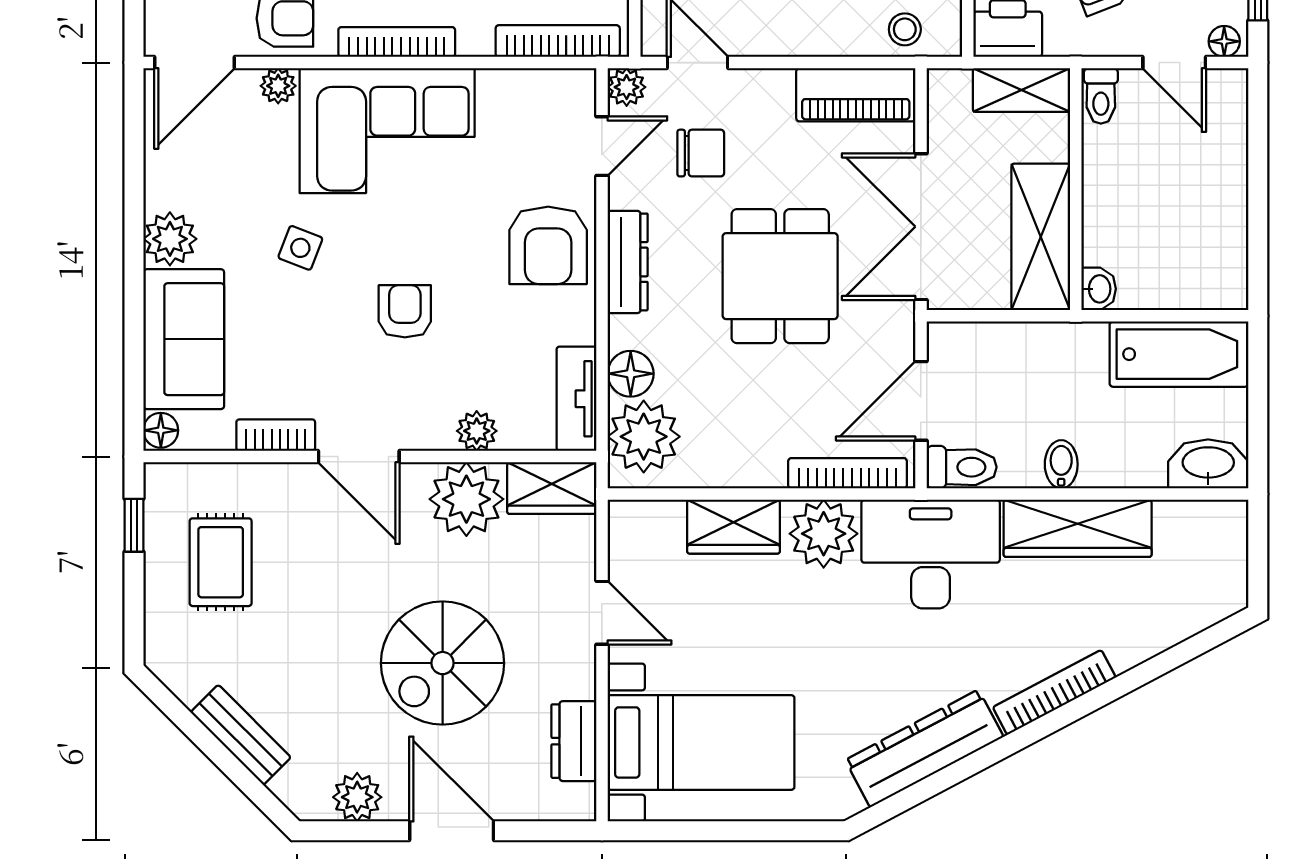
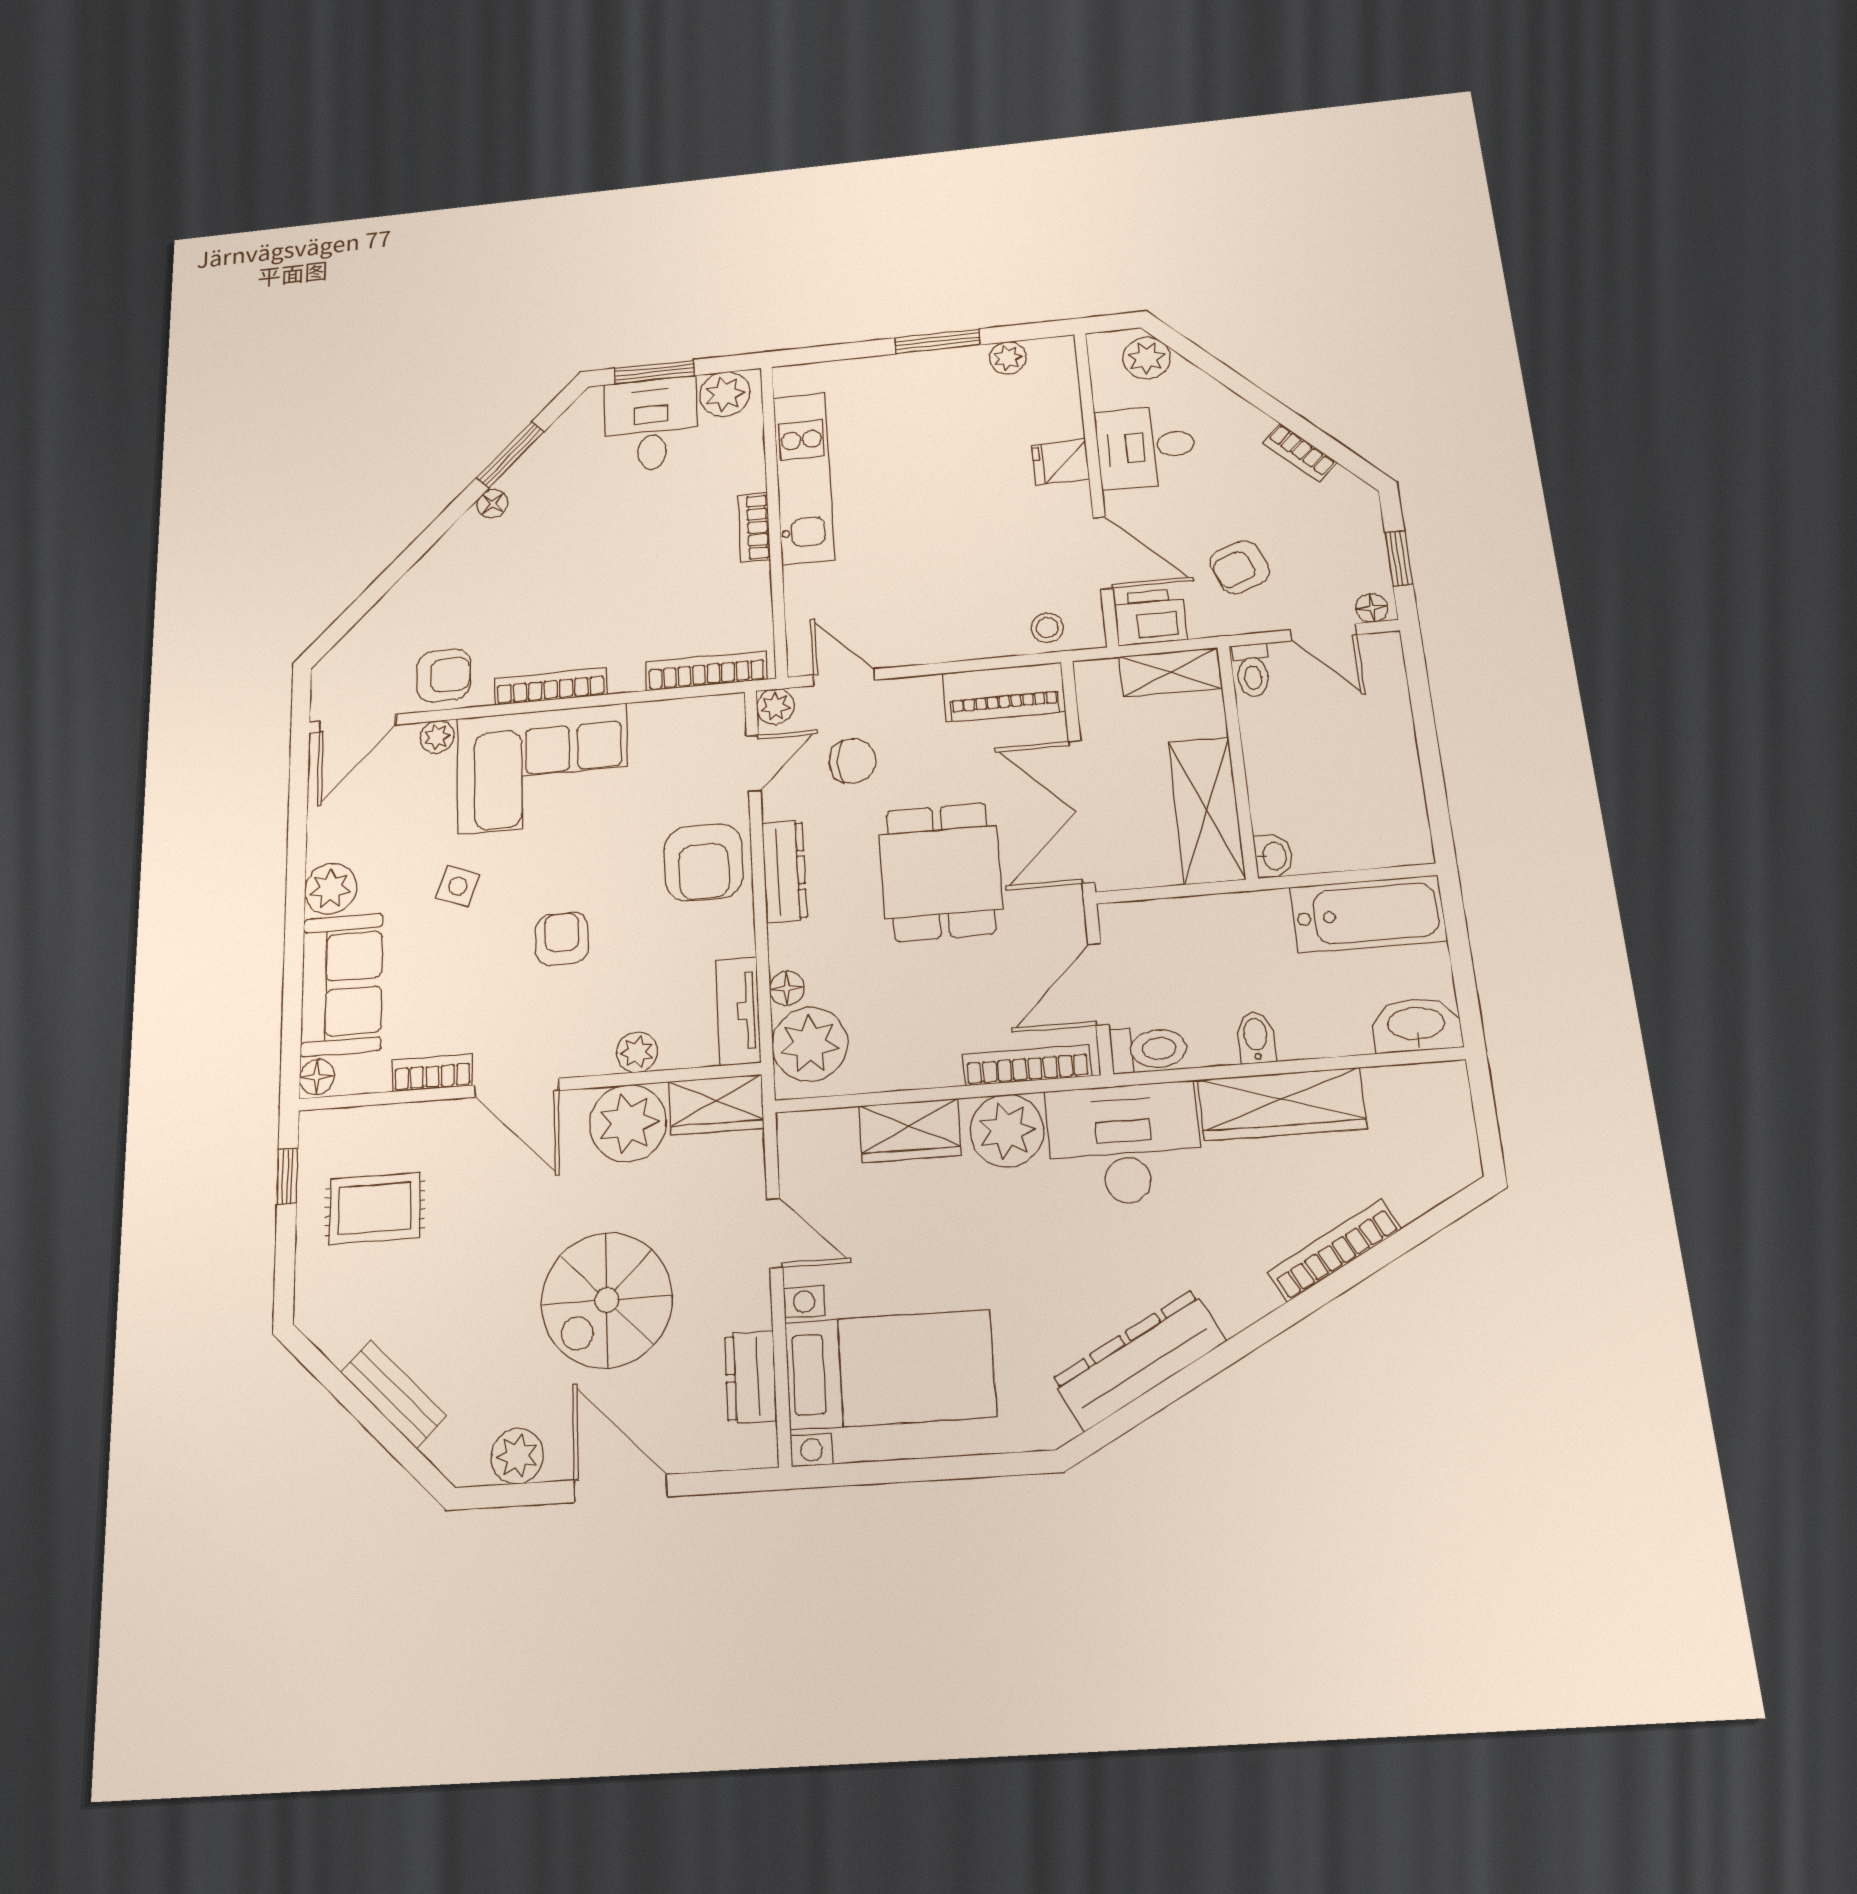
floor lamp: (631, 374) -> (787, 988), width x0.73, depth x0.73
rug: (221, 562) -> (375, 1208), turned 90
bookcase: (1054, 692) -> (1334, 1250), moved

